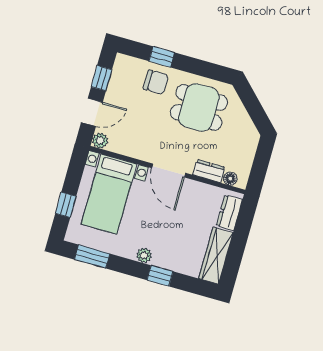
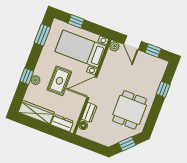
chair: (156, 82) -> (148, 84), removed
window: (253, 106) -> (127, 144), added
rug: (163, 223) -> (59, 81), added
plant: (144, 255) -> (35, 80), moved

